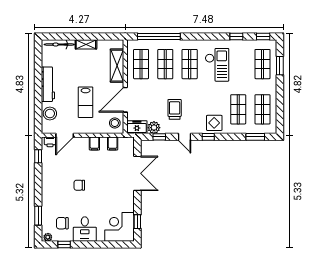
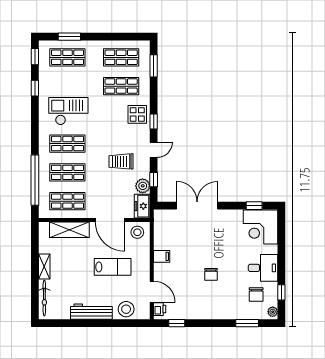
filing cabinet: (113, 144) -> (162, 235), removed

